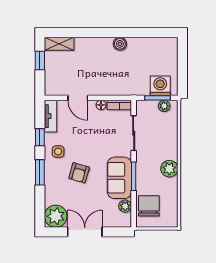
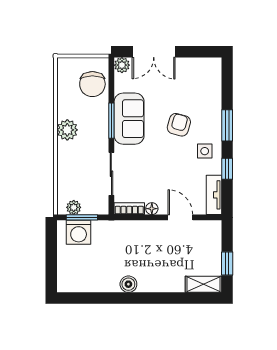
plant: (125, 206) -> (122, 65), moved
plant: (56, 216) -> (208, 71), removed
double door: (85, 232) -> (154, 52), moved

